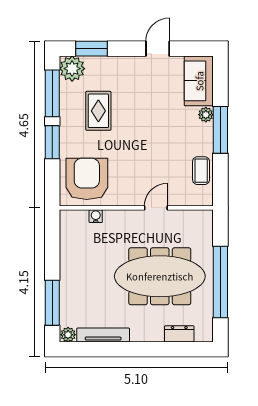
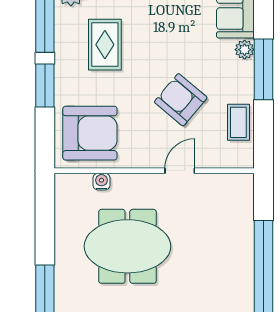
armchair: (157, 153) -> (181, 100), added
armchair: (87, 179) -> (90, 133), turned 90
meeting table: (160, 276) -> (127, 246), moved, width x0.73

